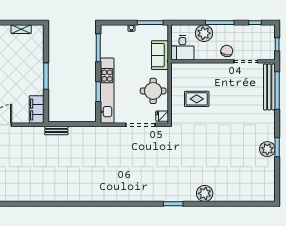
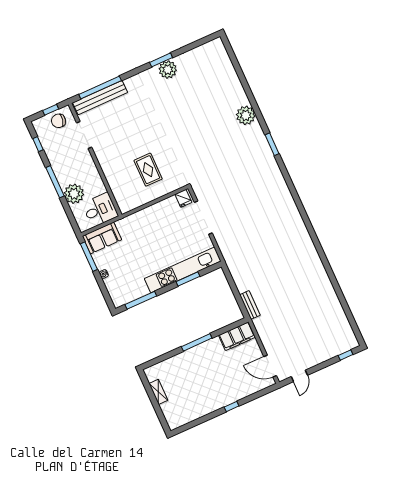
chair: (227, 51) -> (58, 121), moved
sofa: (160, 55) -> (102, 238), moved
round table: (153, 91) -> (161, 220), removed

